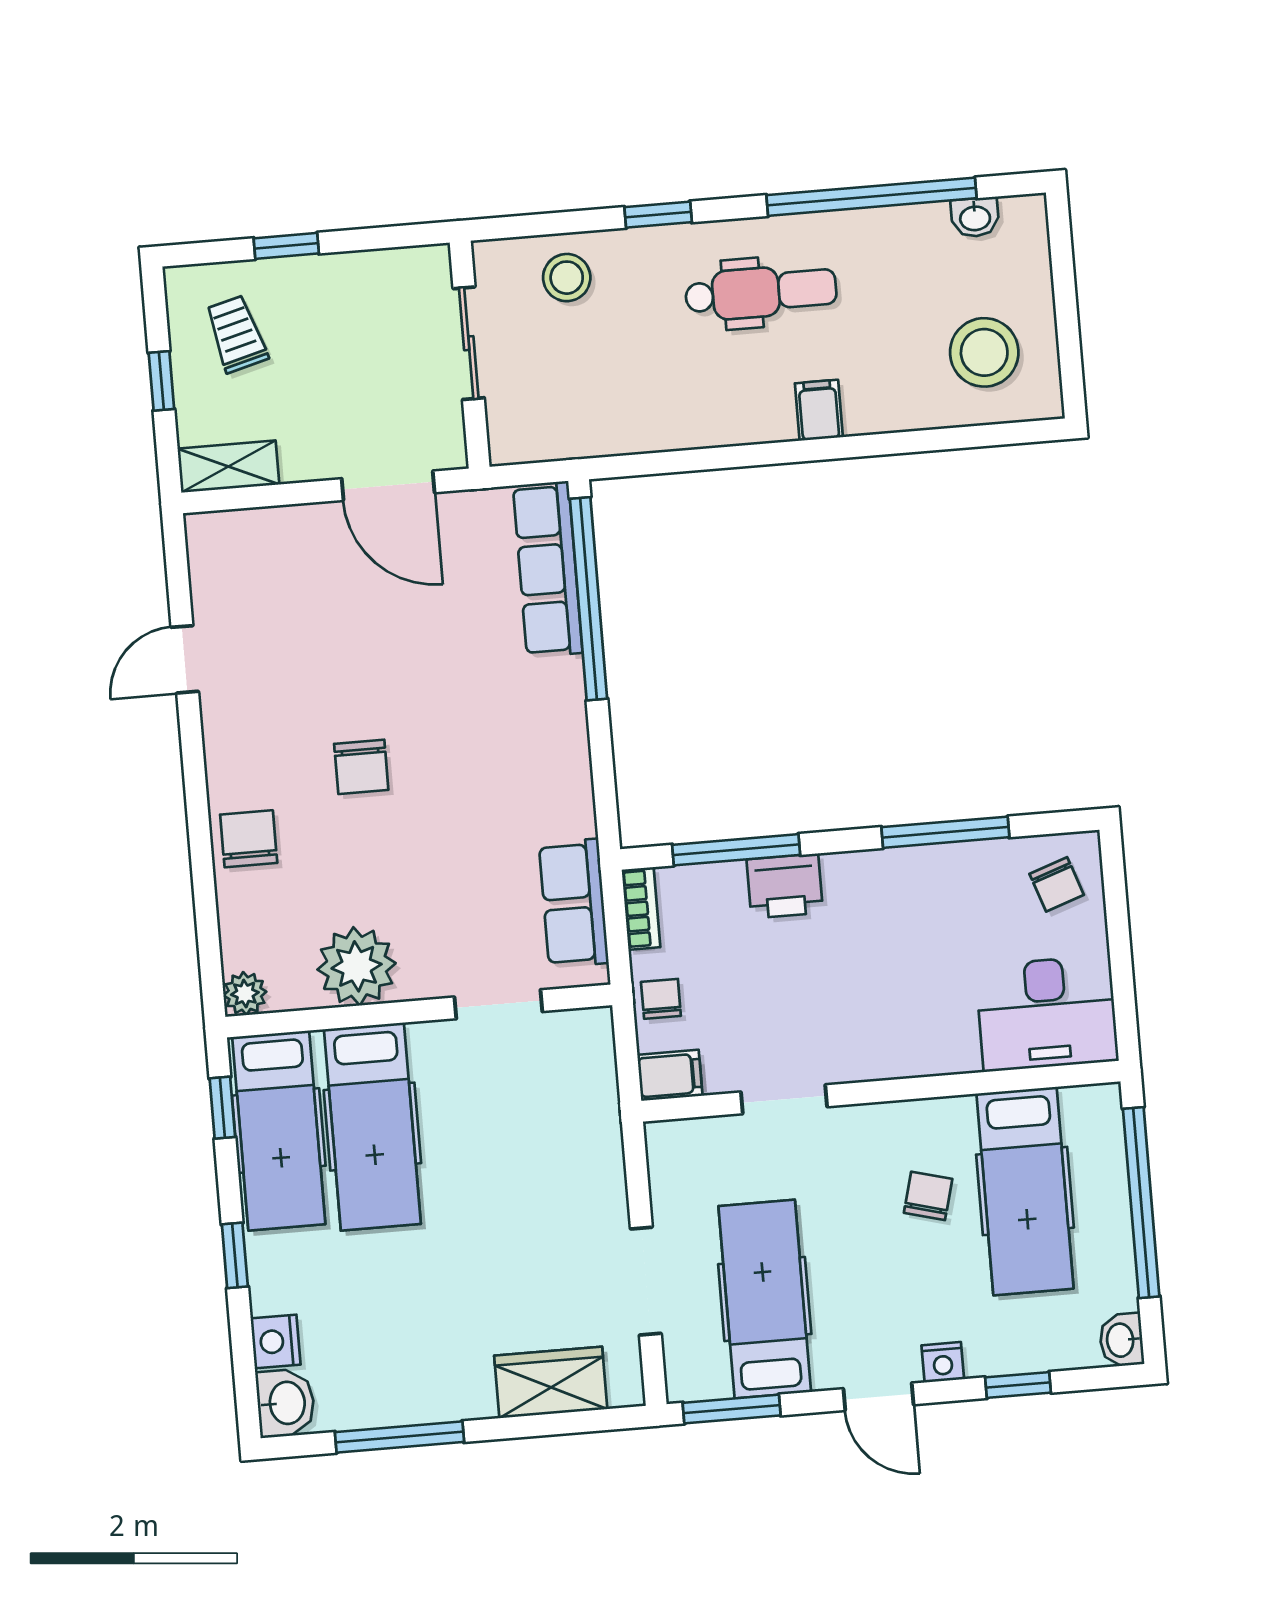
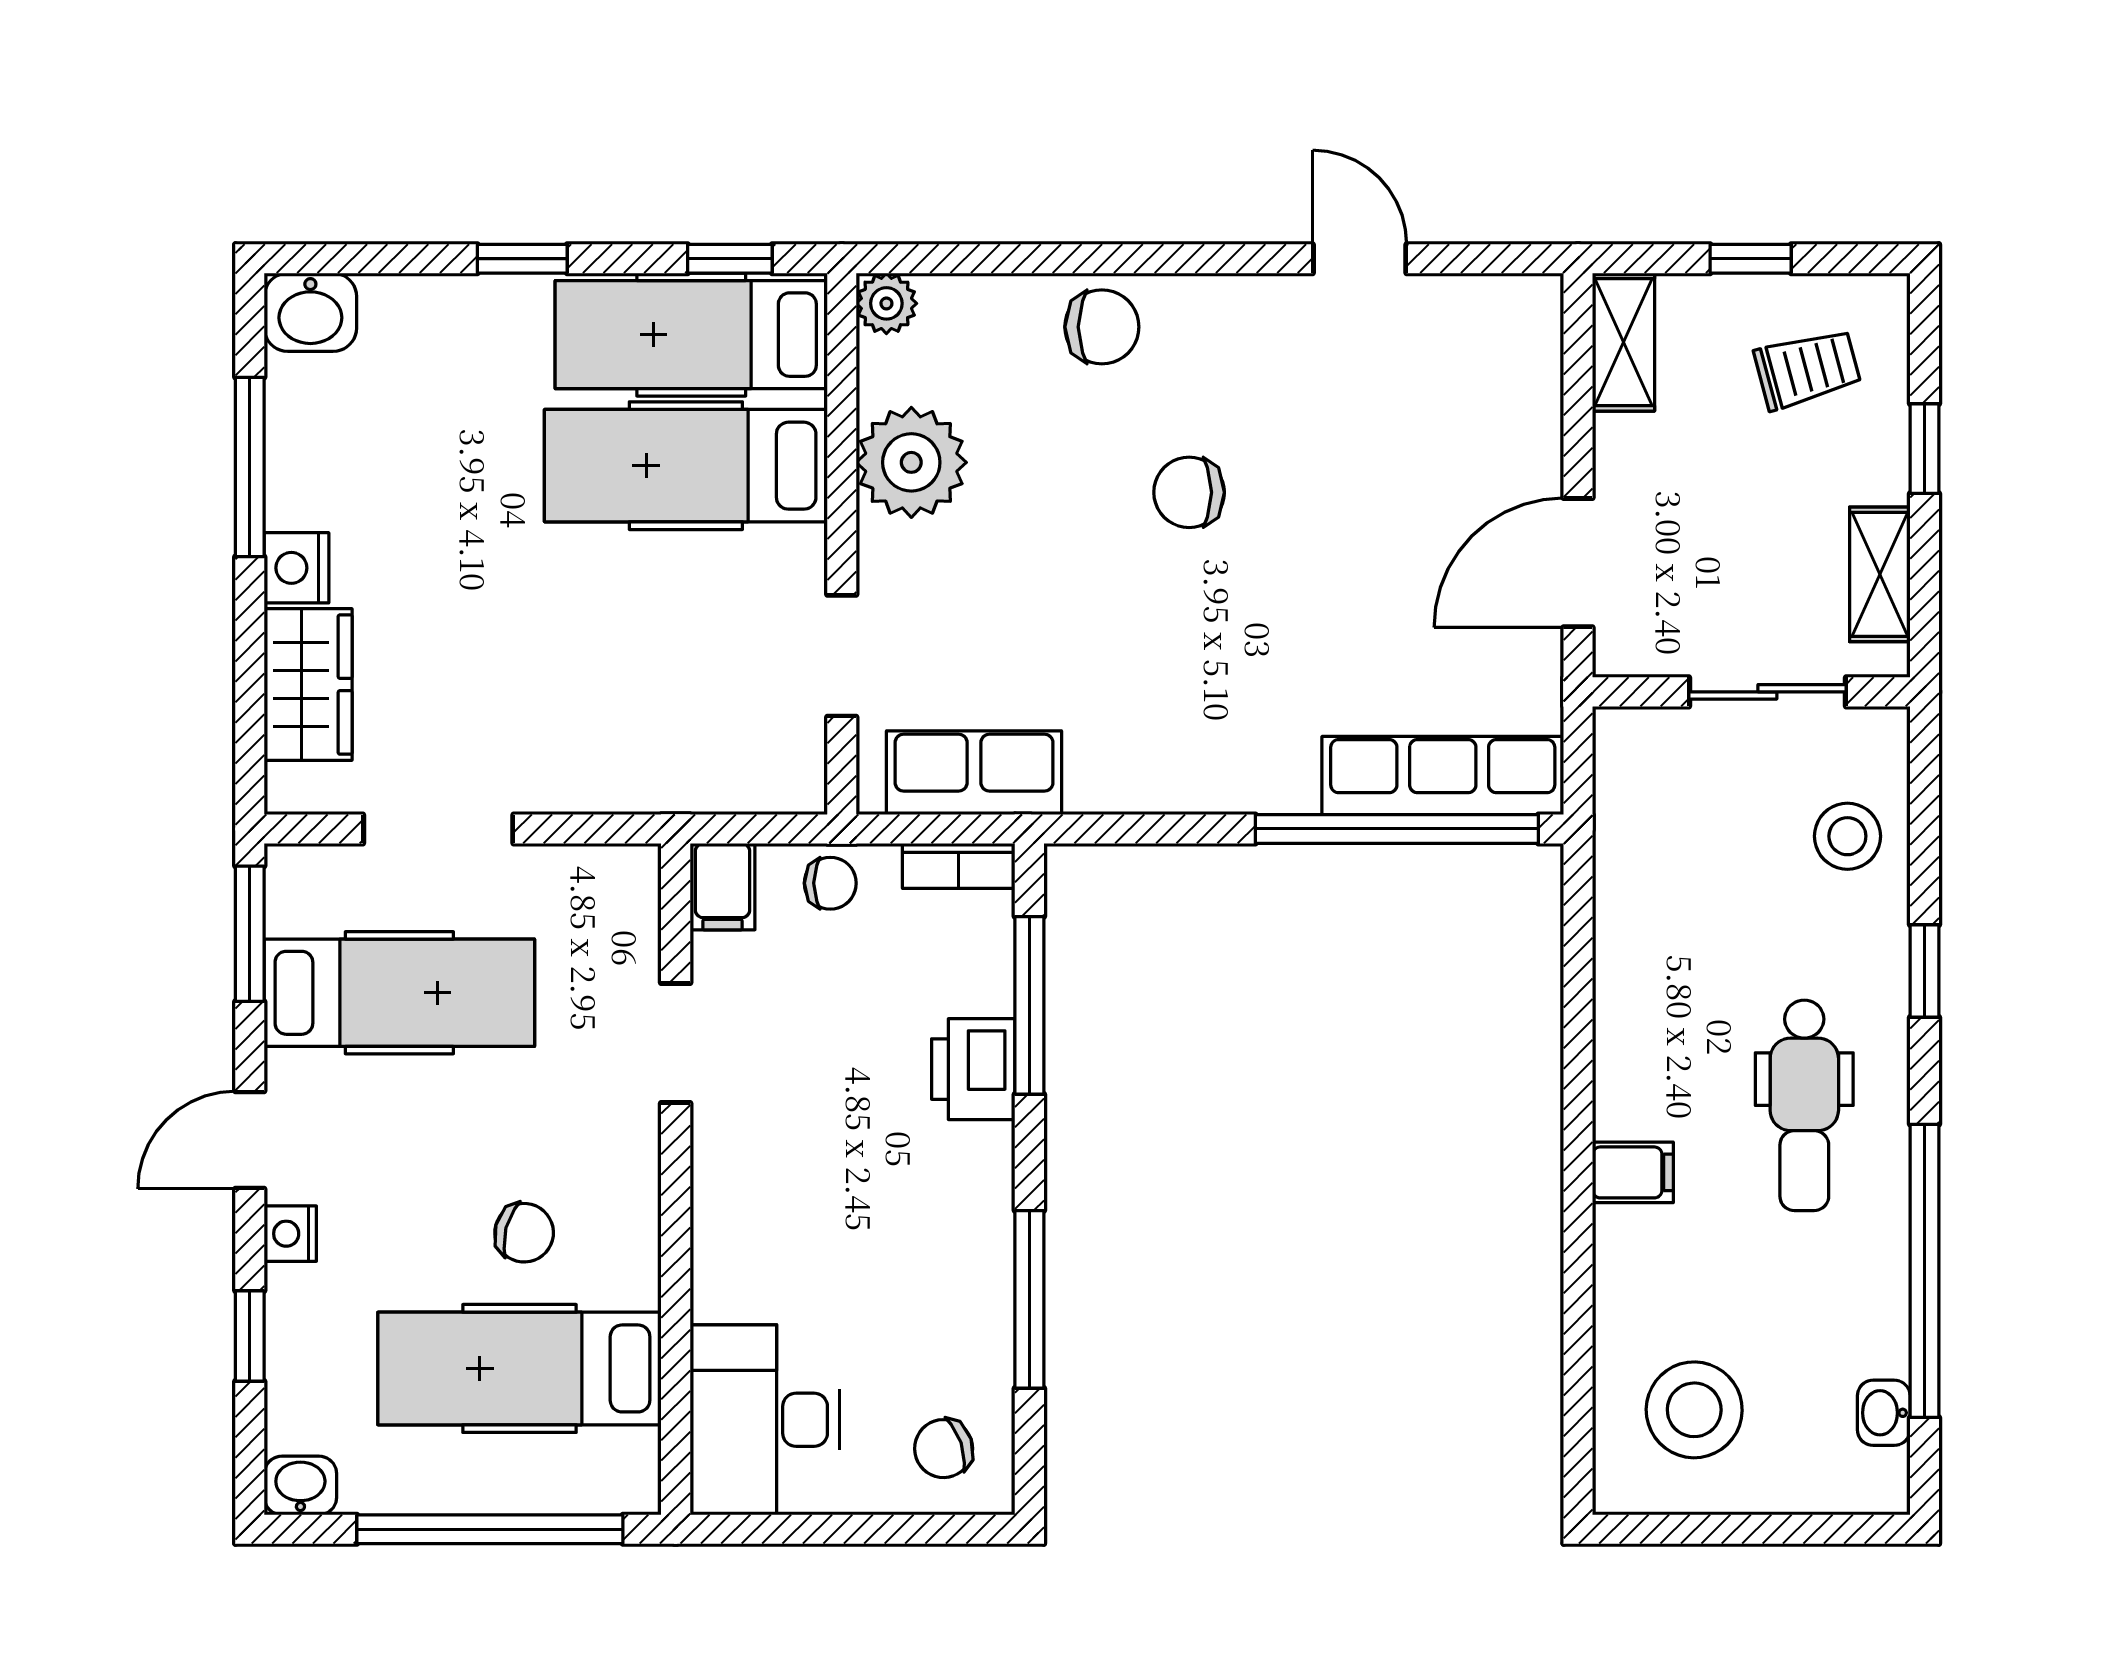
shelving: (378, 270) -> (1880, 574), added
nightstand: (276, 1341) -> (297, 568), moved, turned -90

